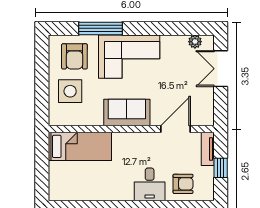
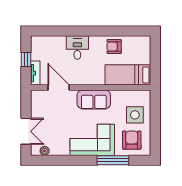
door: (176, 129) -> (59, 88), swing flipped
armchair: (183, 184) -> (114, 47), moved

